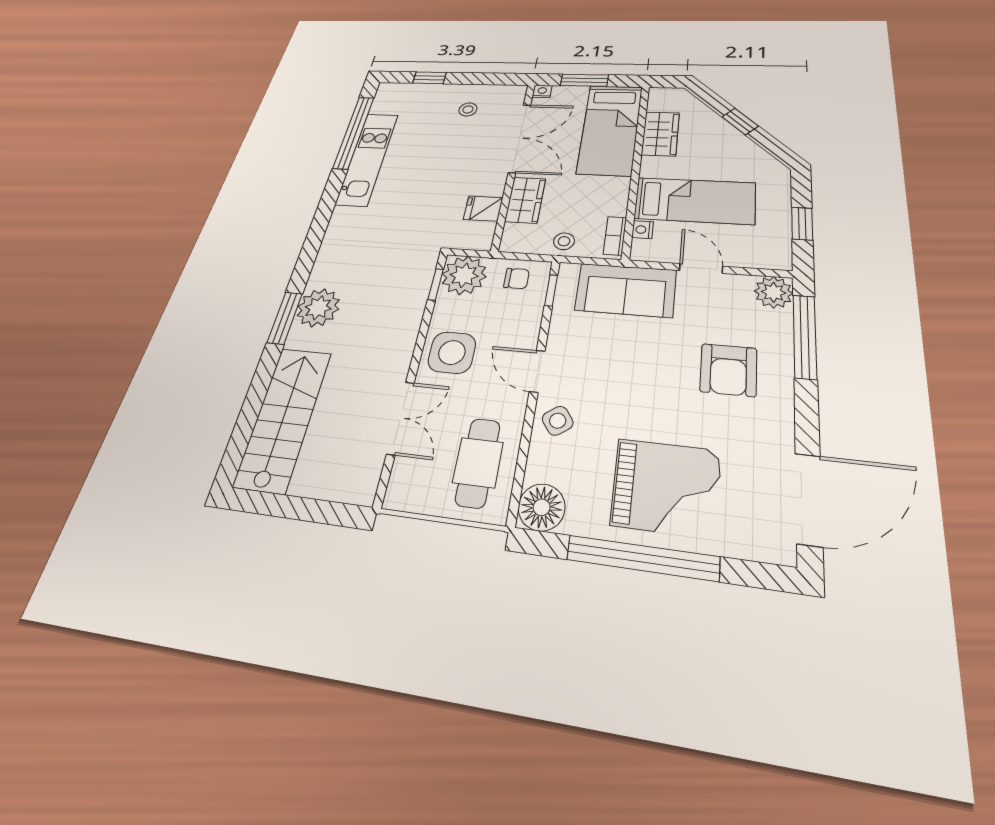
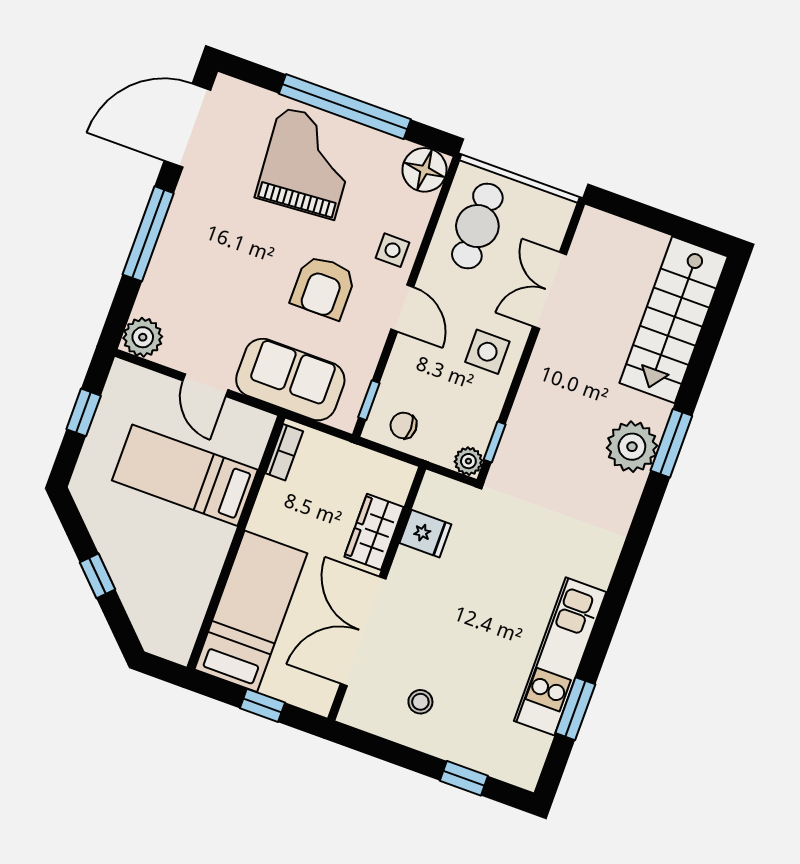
window: (584, 80) -> (262, 705), width x0.67
nightstand: (542, 91) -> (320, 703), removed
window: (354, 132) -> (575, 709), width x0.47
wardrobe: (660, 134) -> (194, 586), removed
nightstand: (643, 230) -> (252, 452), removed
stool: (564, 241) -> (342, 461), removed
plant: (464, 275) -> (468, 461), width x0.53, depth x0.53
window: (805, 336) -> (148, 234), moved
side table: (452, 353) -> (487, 352), width x0.73, depth x0.73
armchair: (728, 370) -> (323, 287), moved, turned 180
side table: (558, 421) -> (393, 250), turned 36
grand piano: (666, 487) -> (307, 163), turned 86

